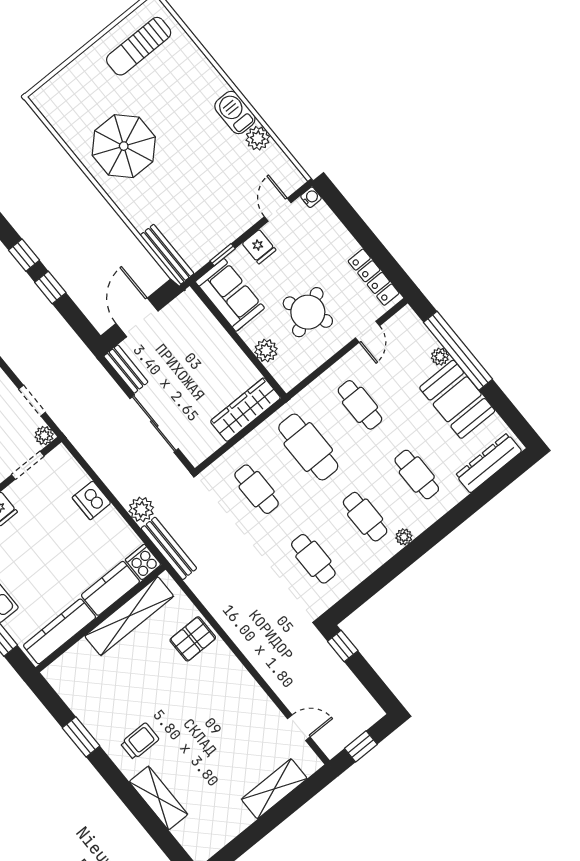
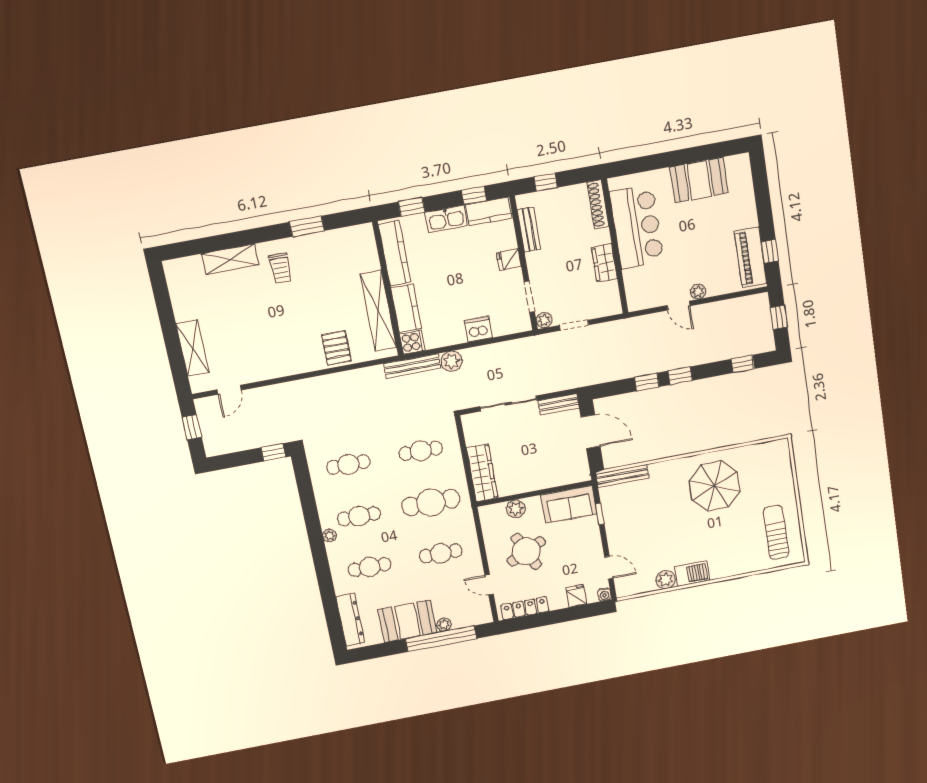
fridge: (259, 247) -> (576, 596), moved, turned 90

